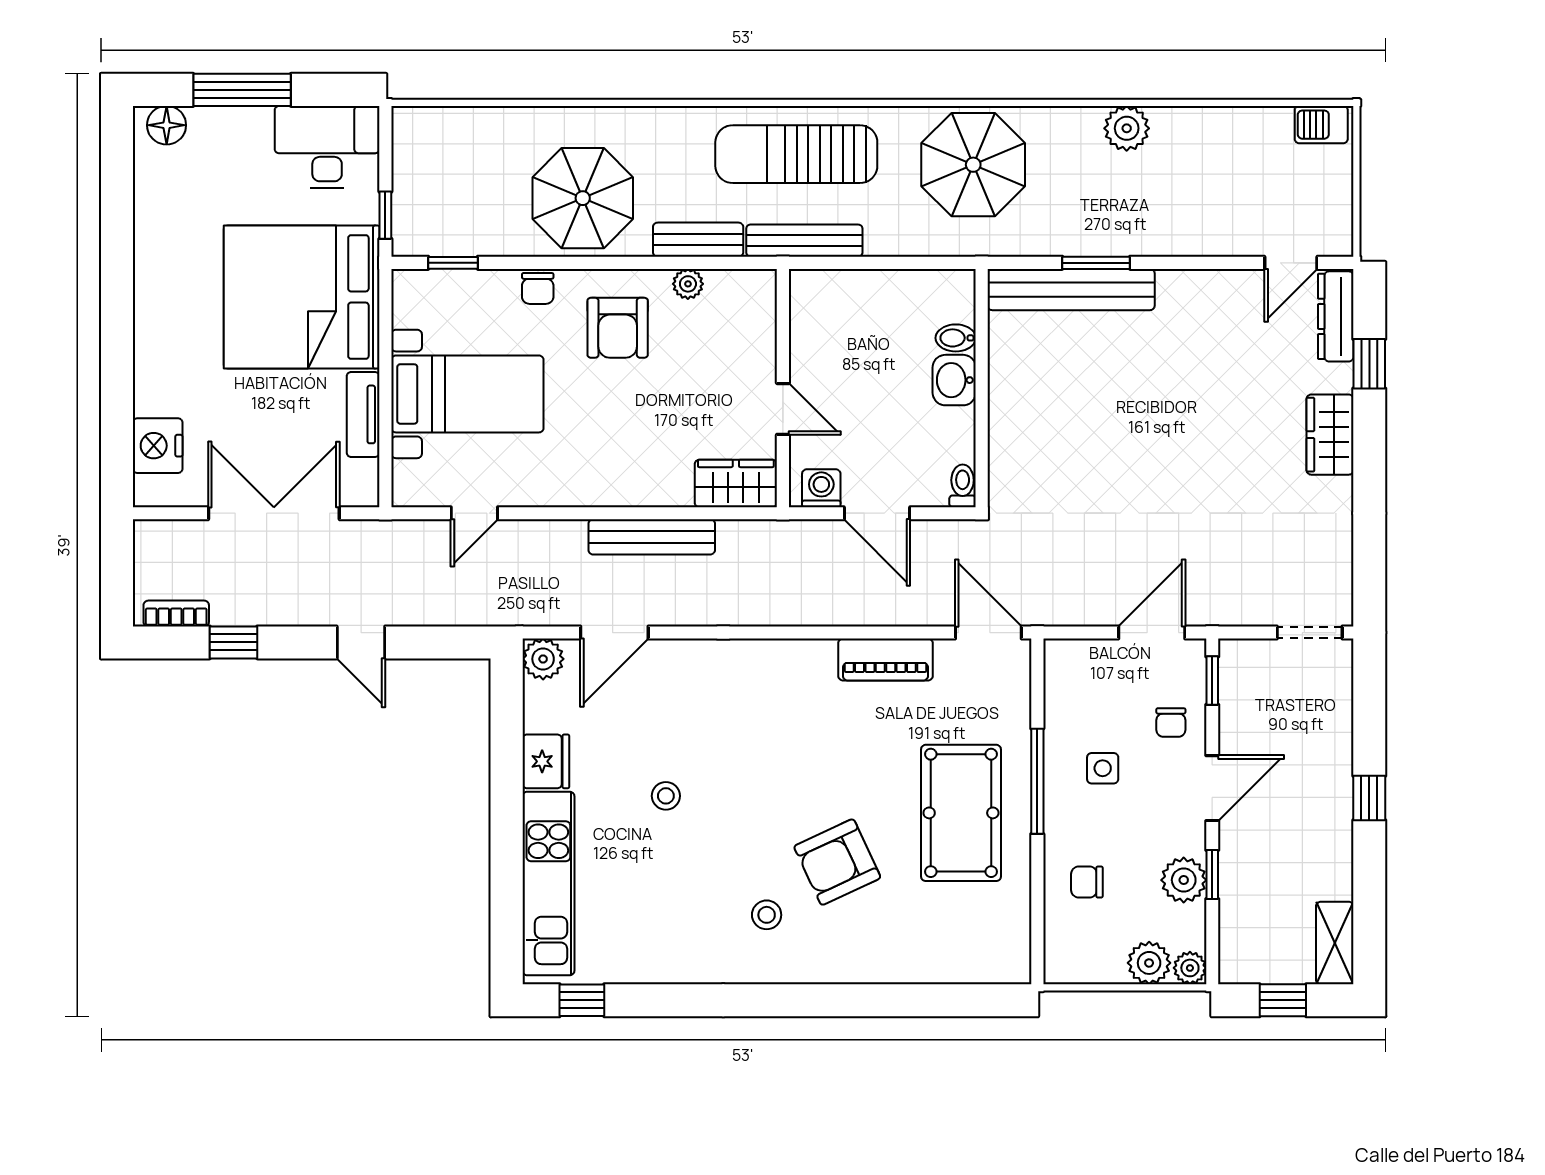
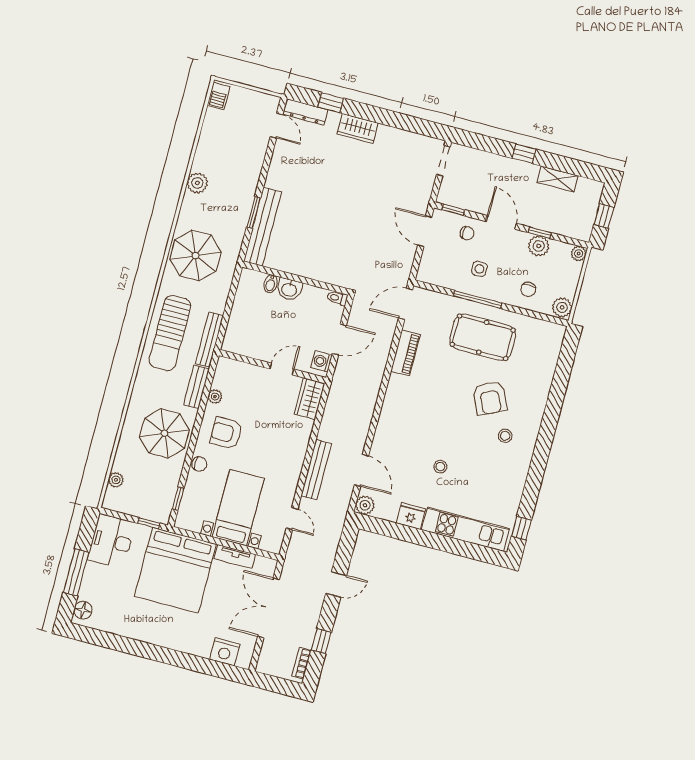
plant: (458, 122) -> (116, 480), added
armchair: (618, 328) -> (226, 433), turned 180
bench: (652, 537) -> (316, 470), moved
shelving: (1335, 943) -> (558, 179), moved
plant: (1149, 963) -> (562, 307), moved

